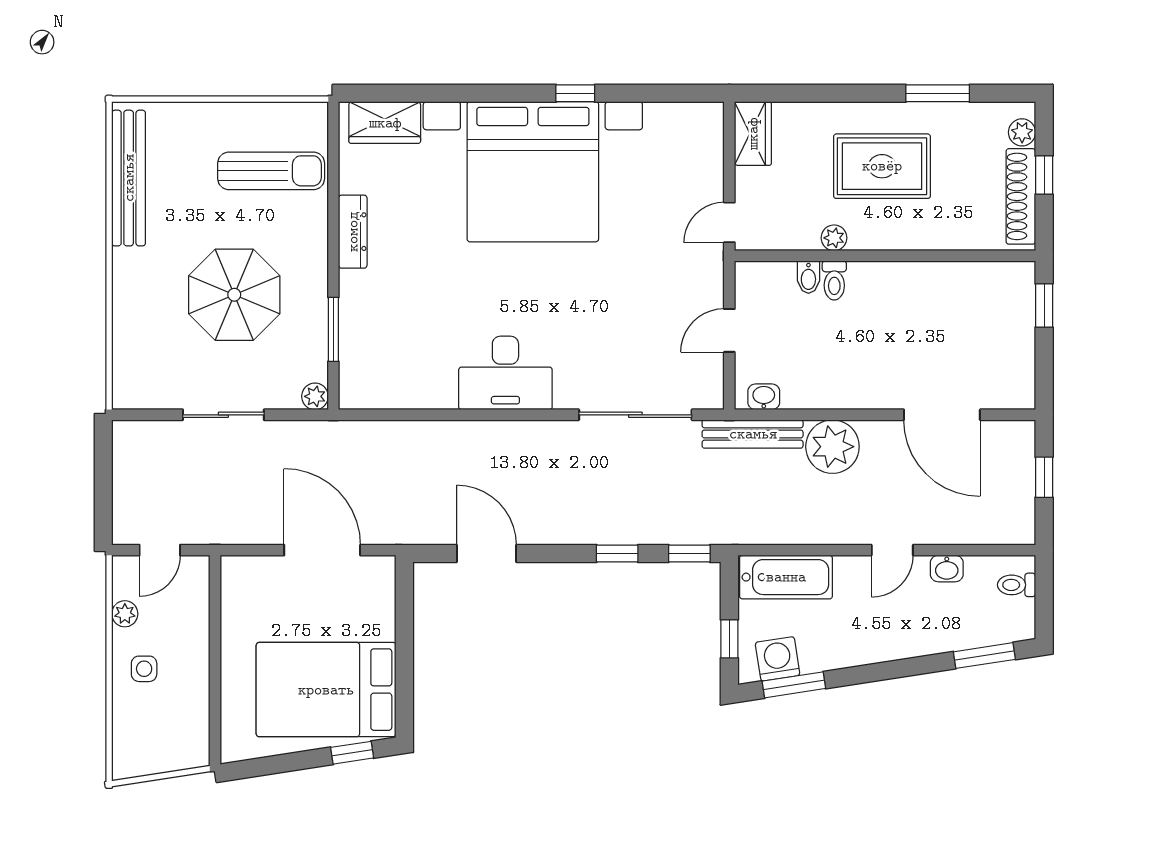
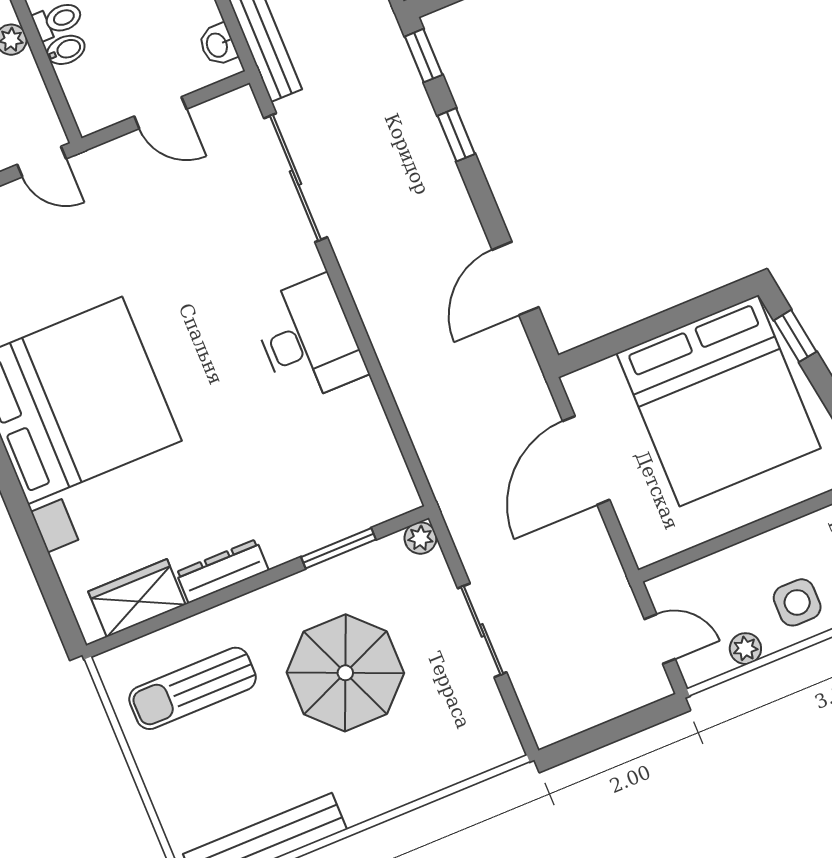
wardrobe: (385, 123) -> (137, 598), moved, turned -90
sun lounger: (271, 171) -> (193, 688), turned -90
side table: (144, 669) -> (797, 602), width x1.37, depth x1.37
bed: (326, 690) -> (719, 401), width x1.36

